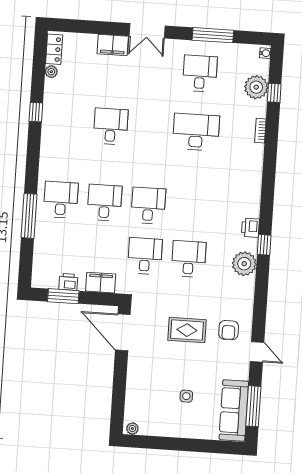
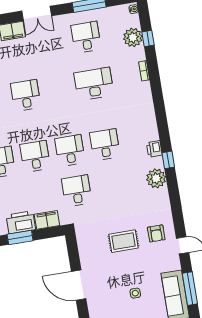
desk: (189, 259) -> (105, 145), moved
printer: (68, 282) -> (21, 222), width x1.87, depth x1.48
door: (123, 332) -> (79, 285), moved

